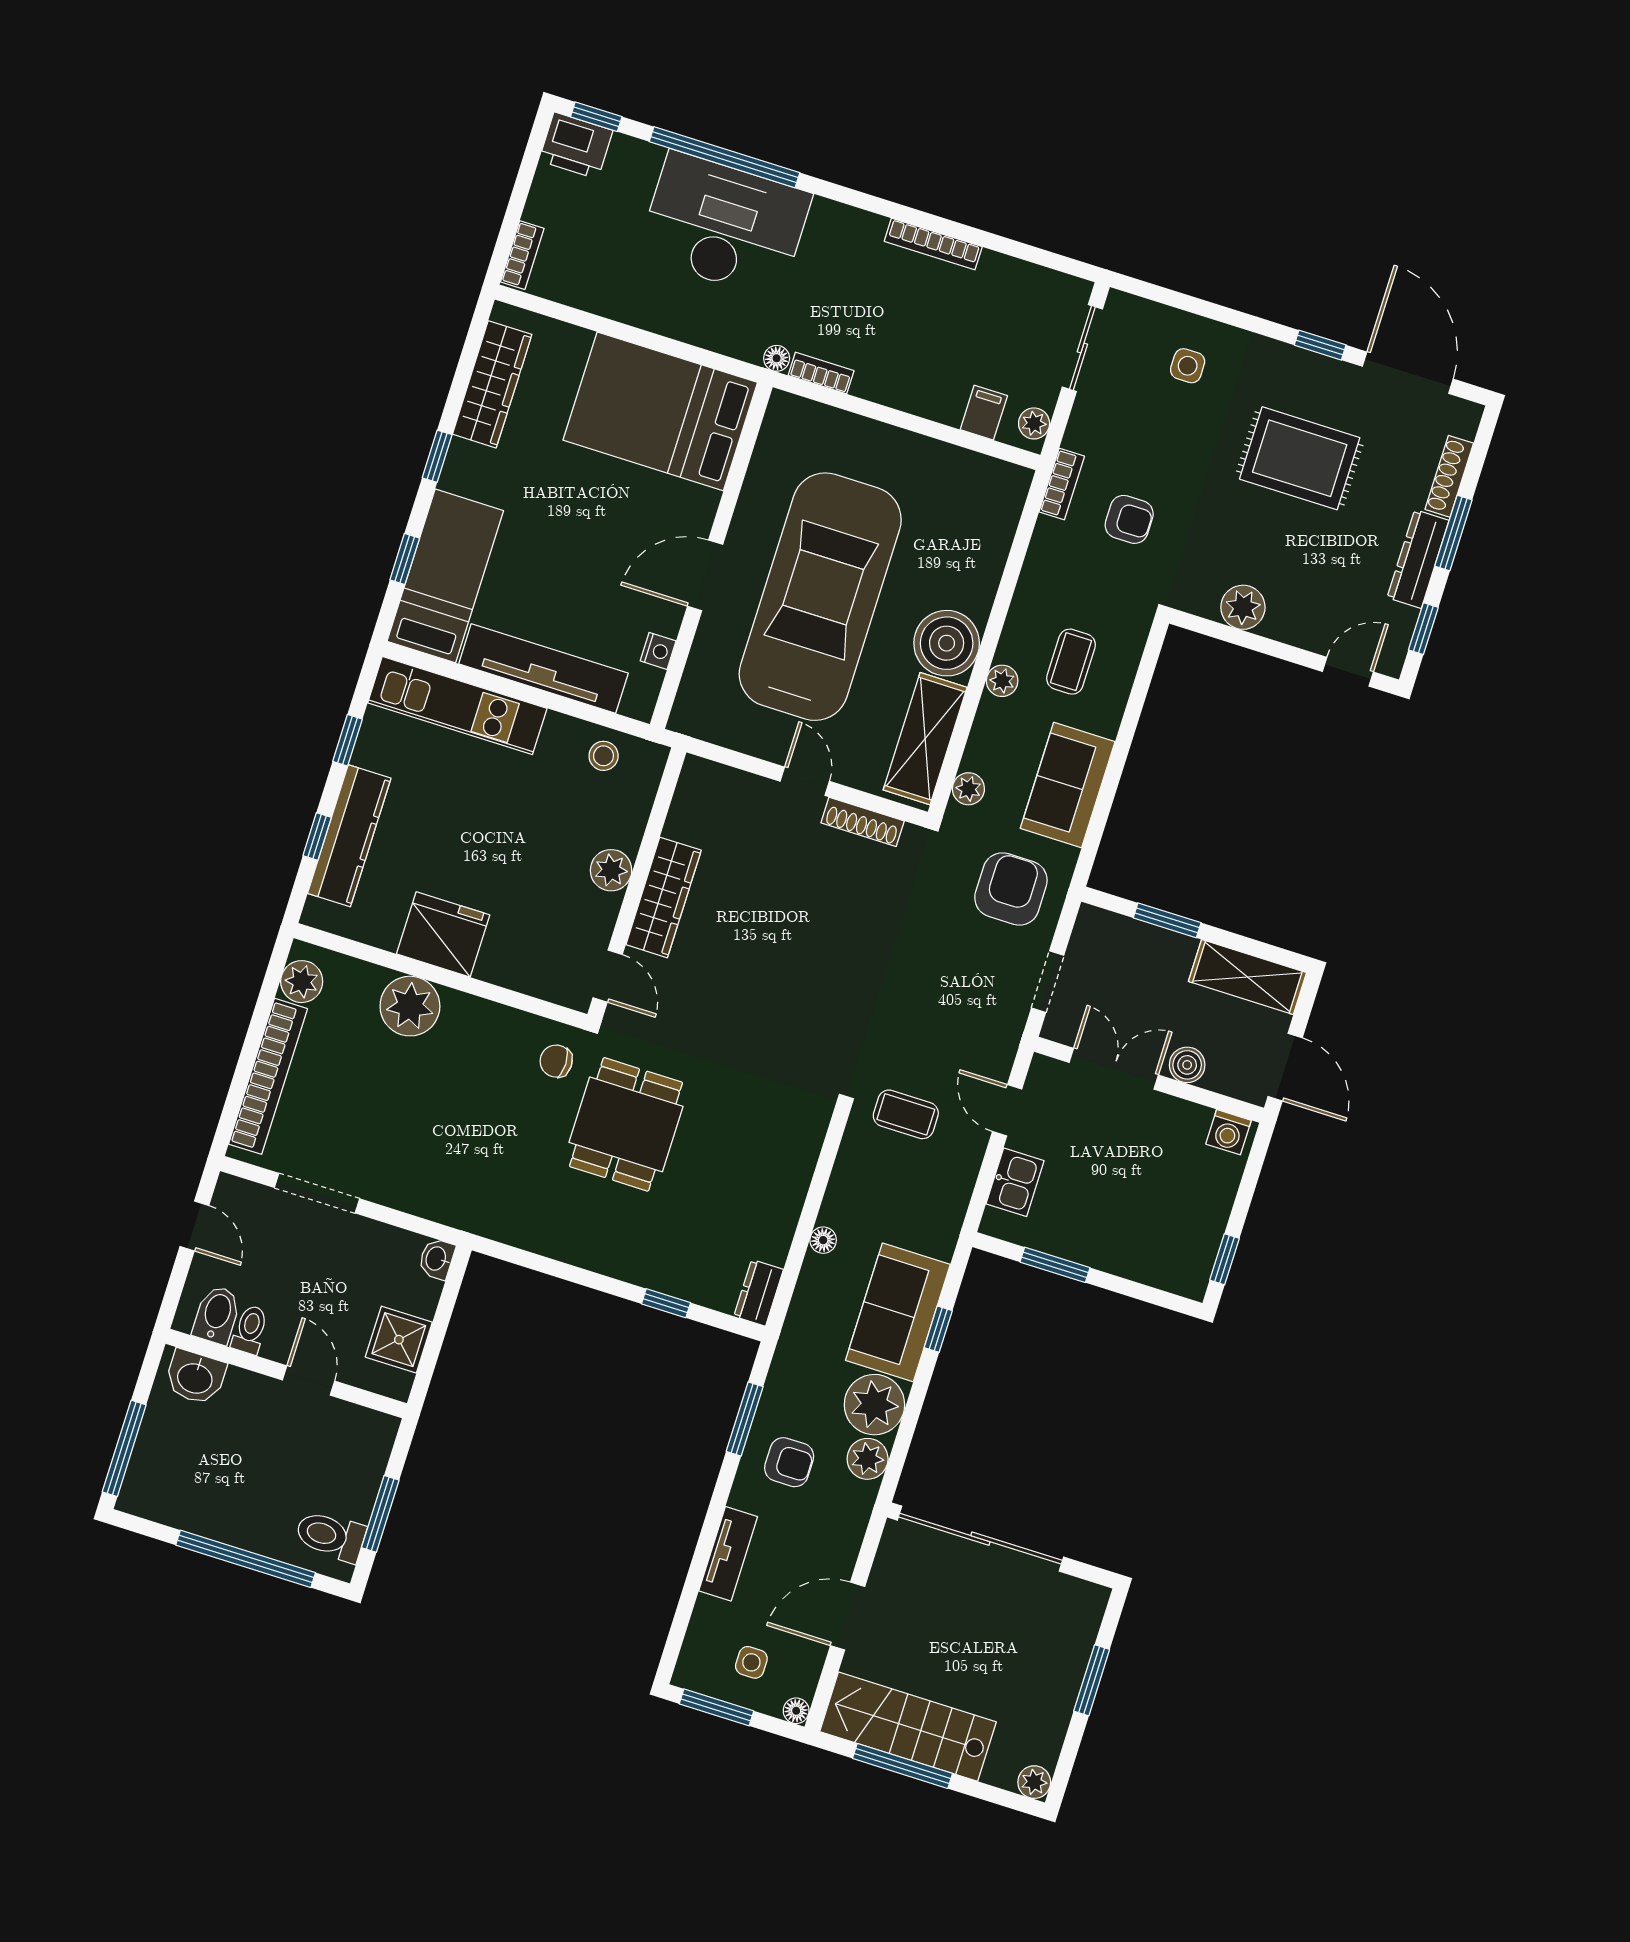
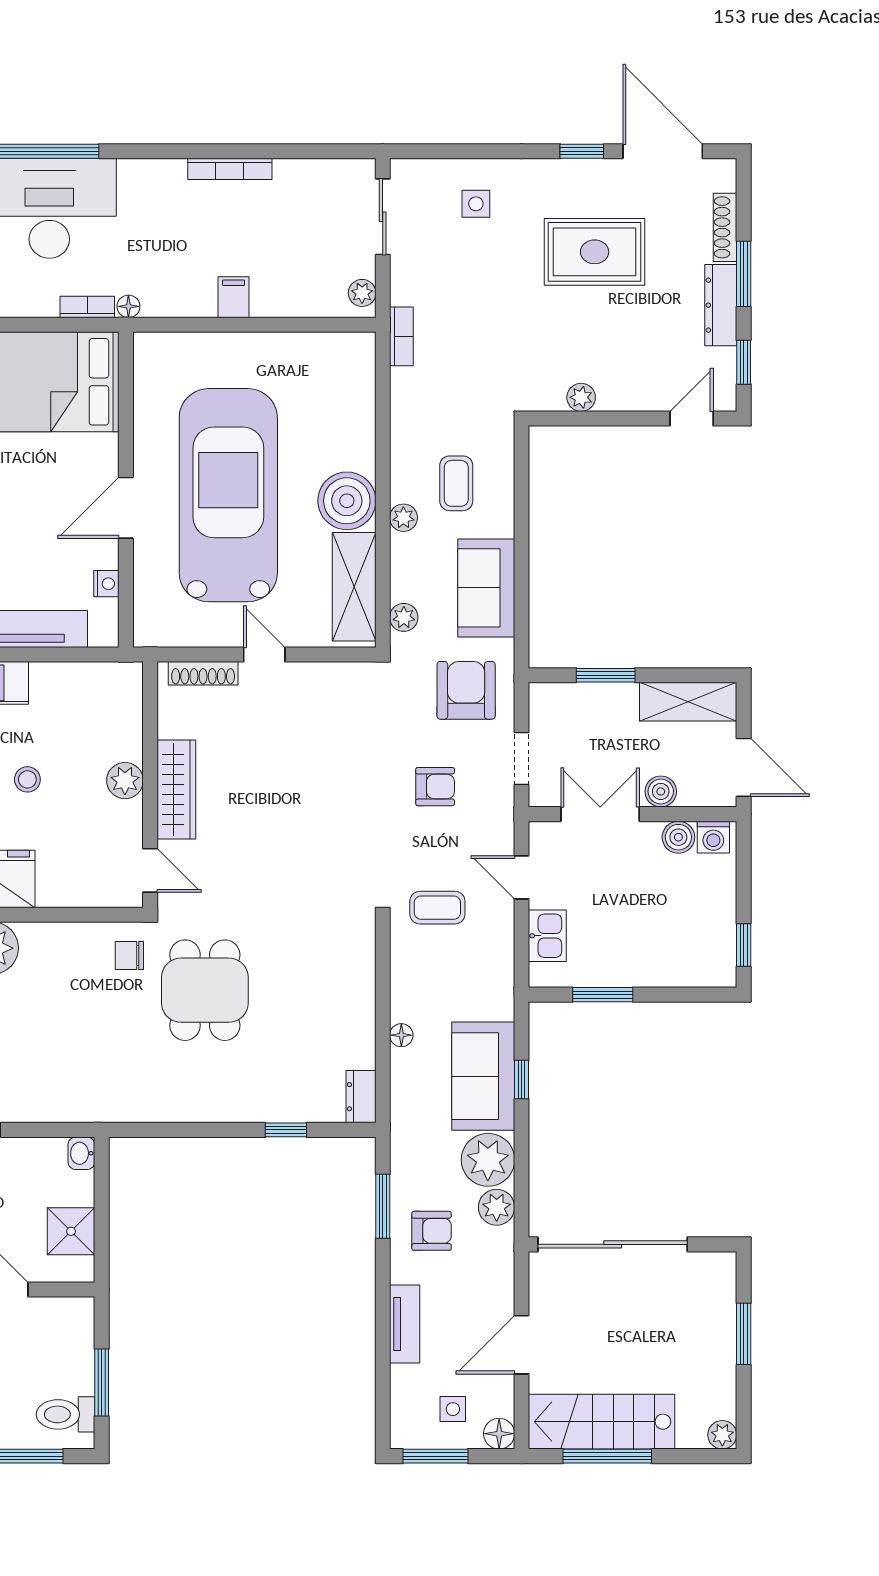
bookcase: (821, 373) -> (87, 307), moved
filing cabinet: (984, 413) -> (233, 297), moved
armchair: (1129, 519) -> (435, 787), moved
plant: (1243, 607) -> (581, 397), width x0.73, depth x0.73
stool: (604, 756) -> (27, 779), moved
shoe rack: (863, 822) -> (203, 673), moved
boiler: (1191, 1120) -> (678, 837), added
floor lamp: (796, 1711) -> (499, 1434), width x1.37, depth x1.37

